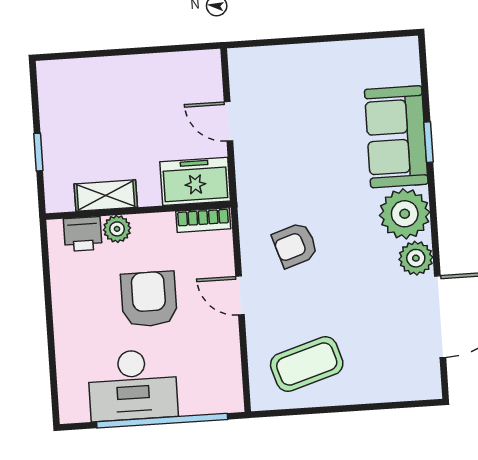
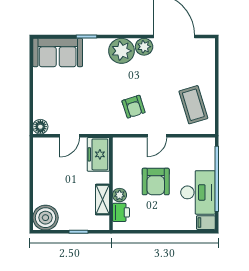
floor lamp: (243, 62) -> (40, 127), added
boiler: (62, 84) -> (45, 218), added
sofa: (396, 137) -> (58, 52), moved
bookcase: (203, 220) -> (118, 152), removed
armchair: (149, 299) -> (156, 181), turned -90
filing cabinet: (74, 405) -> (206, 223), added

